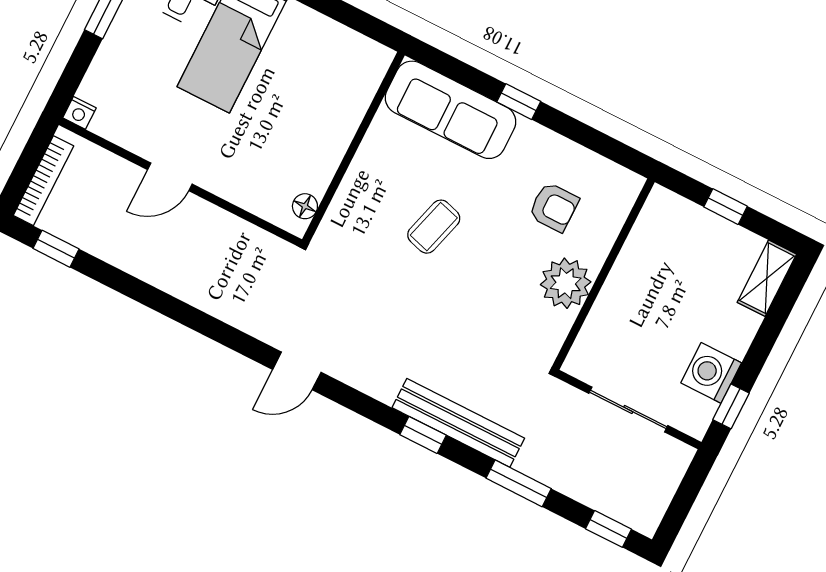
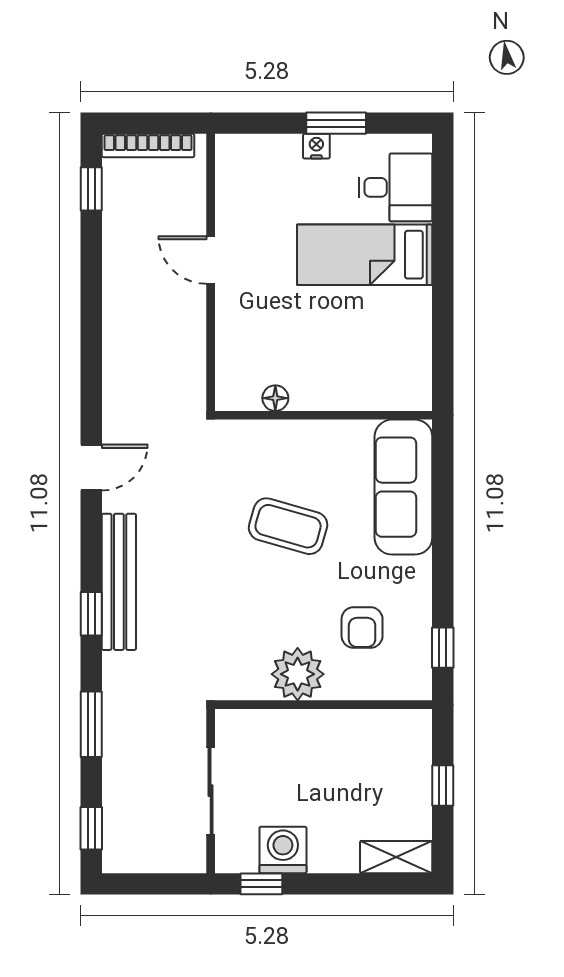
window: (519, 102) -> (443, 648), moved
nightstand: (79, 113) -> (316, 146), moved, turned 90
floor lamp: (305, 206) -> (275, 398), moved
coffee table: (434, 227) -> (288, 526), width x1.36, depth x1.30
door: (297, 371) -> (91, 468), swing flipped
bench: (458, 423) -> (119, 582), moved

